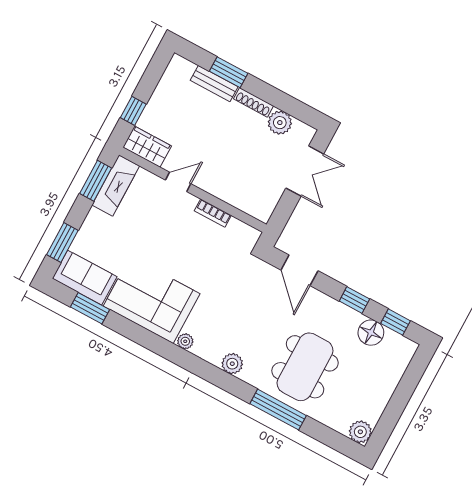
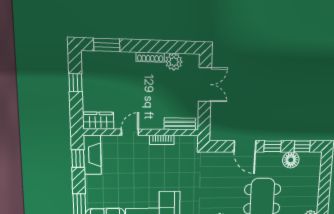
window: (229, 72) -> (107, 45), moved
bench: (214, 84) -> (180, 124), moved
window: (133, 111) -> (75, 83), moved
window: (96, 181) -> (78, 159), width x0.67
door: (299, 270) -> (245, 146), moved

